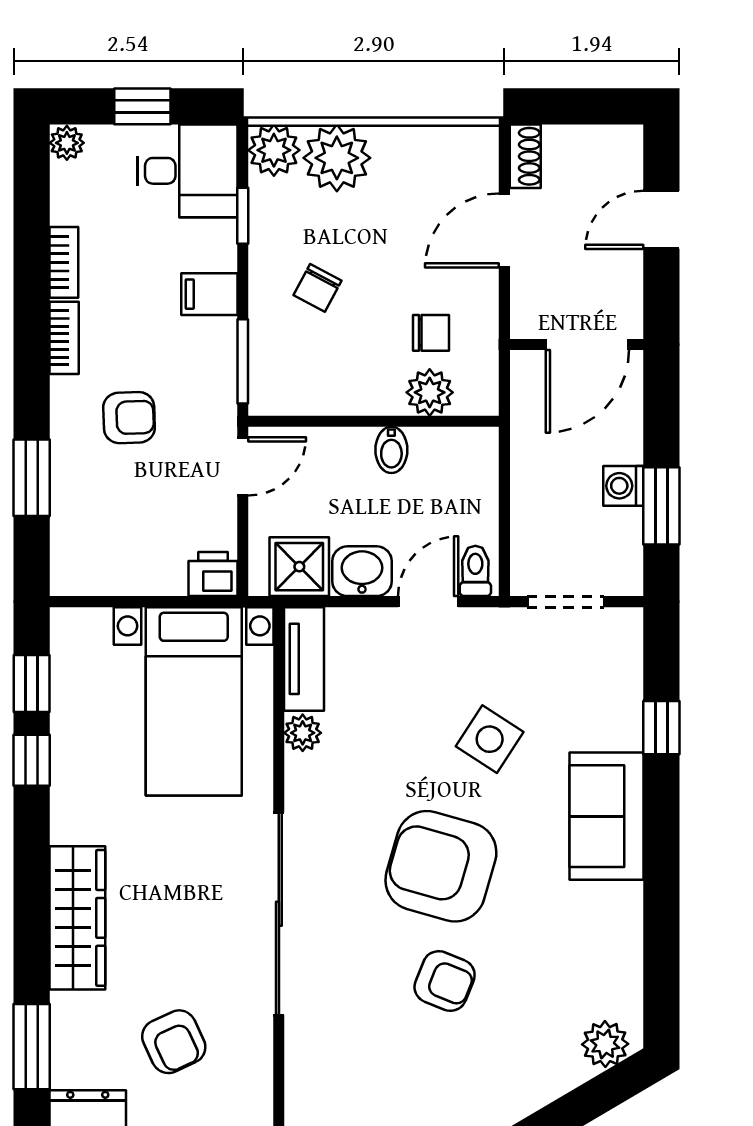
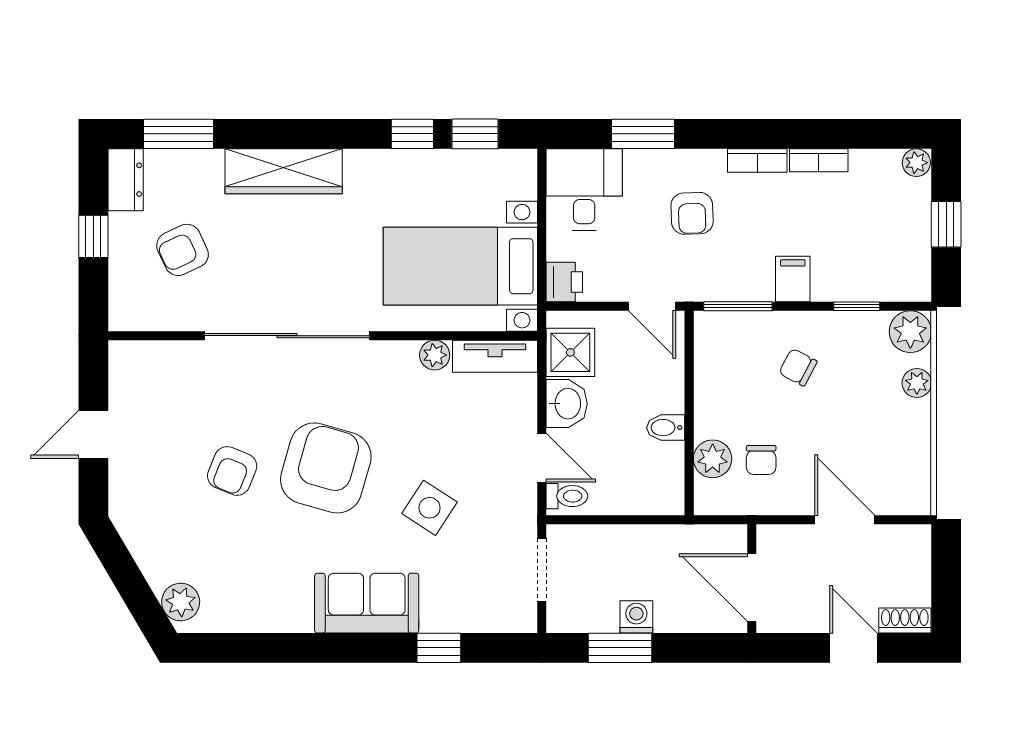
shoe rack: (525, 156) -> (905, 621), moved, turned 180
plant: (337, 158) -> (917, 383), width x0.53, depth x0.53
desk: (187, 171) -> (584, 190), moved, turned 180

